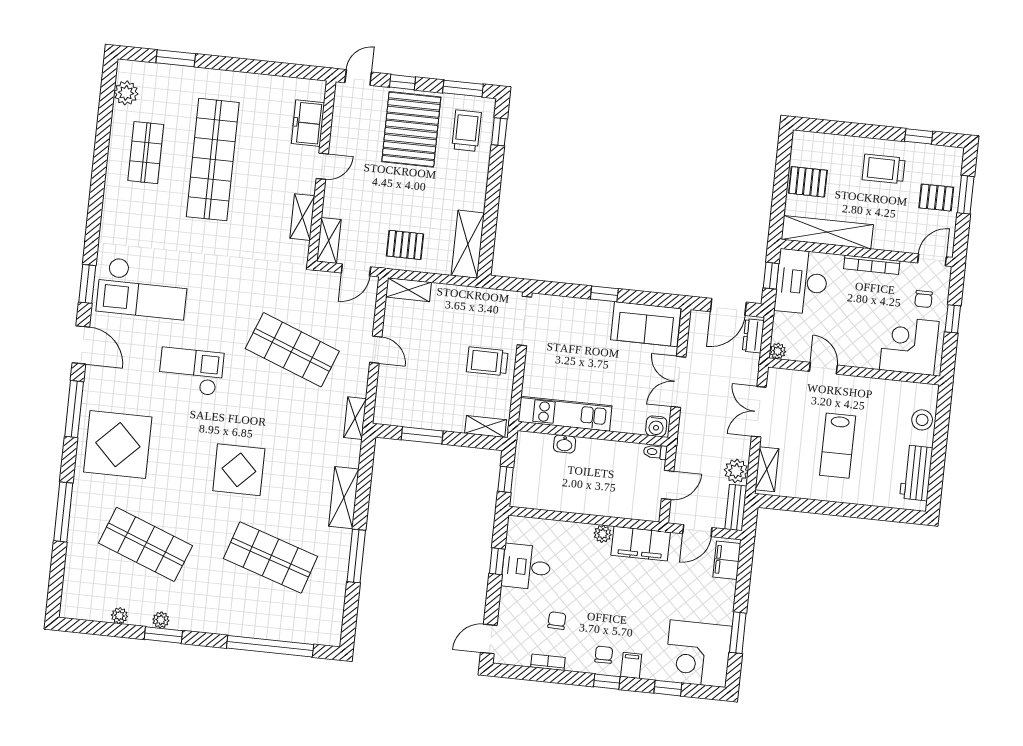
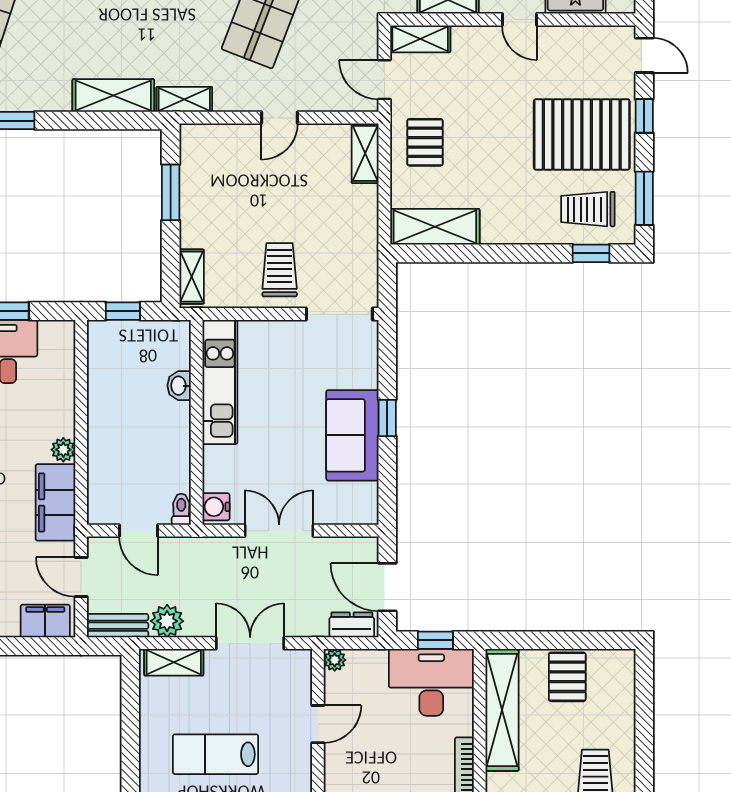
trolley: (467, 131) -> (588, 209), turned 180
sofa: (646, 324) -> (352, 435), moved
shelving: (344, 498) -> (113, 96), moved

